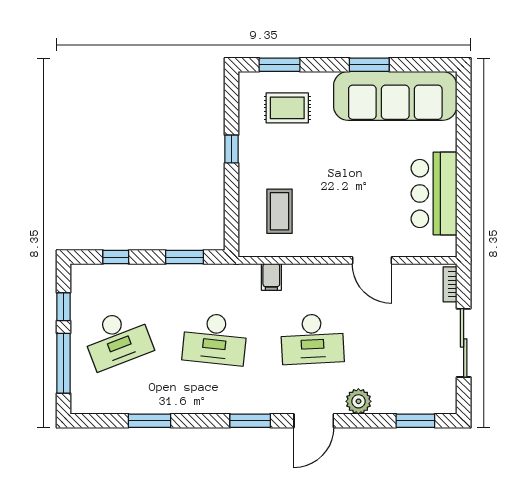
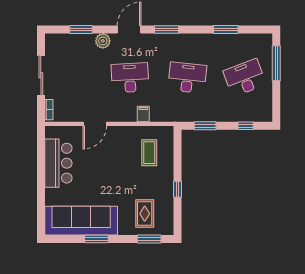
rug: (287, 108) -> (145, 214), turned 90
door: (372, 260) -> (95, 124), swing flipped
filing cabinet: (271, 277) -> (143, 114), moved
window: (63, 307) -> (276, 97), removed
window: (415, 421) -> (81, 30), moved

